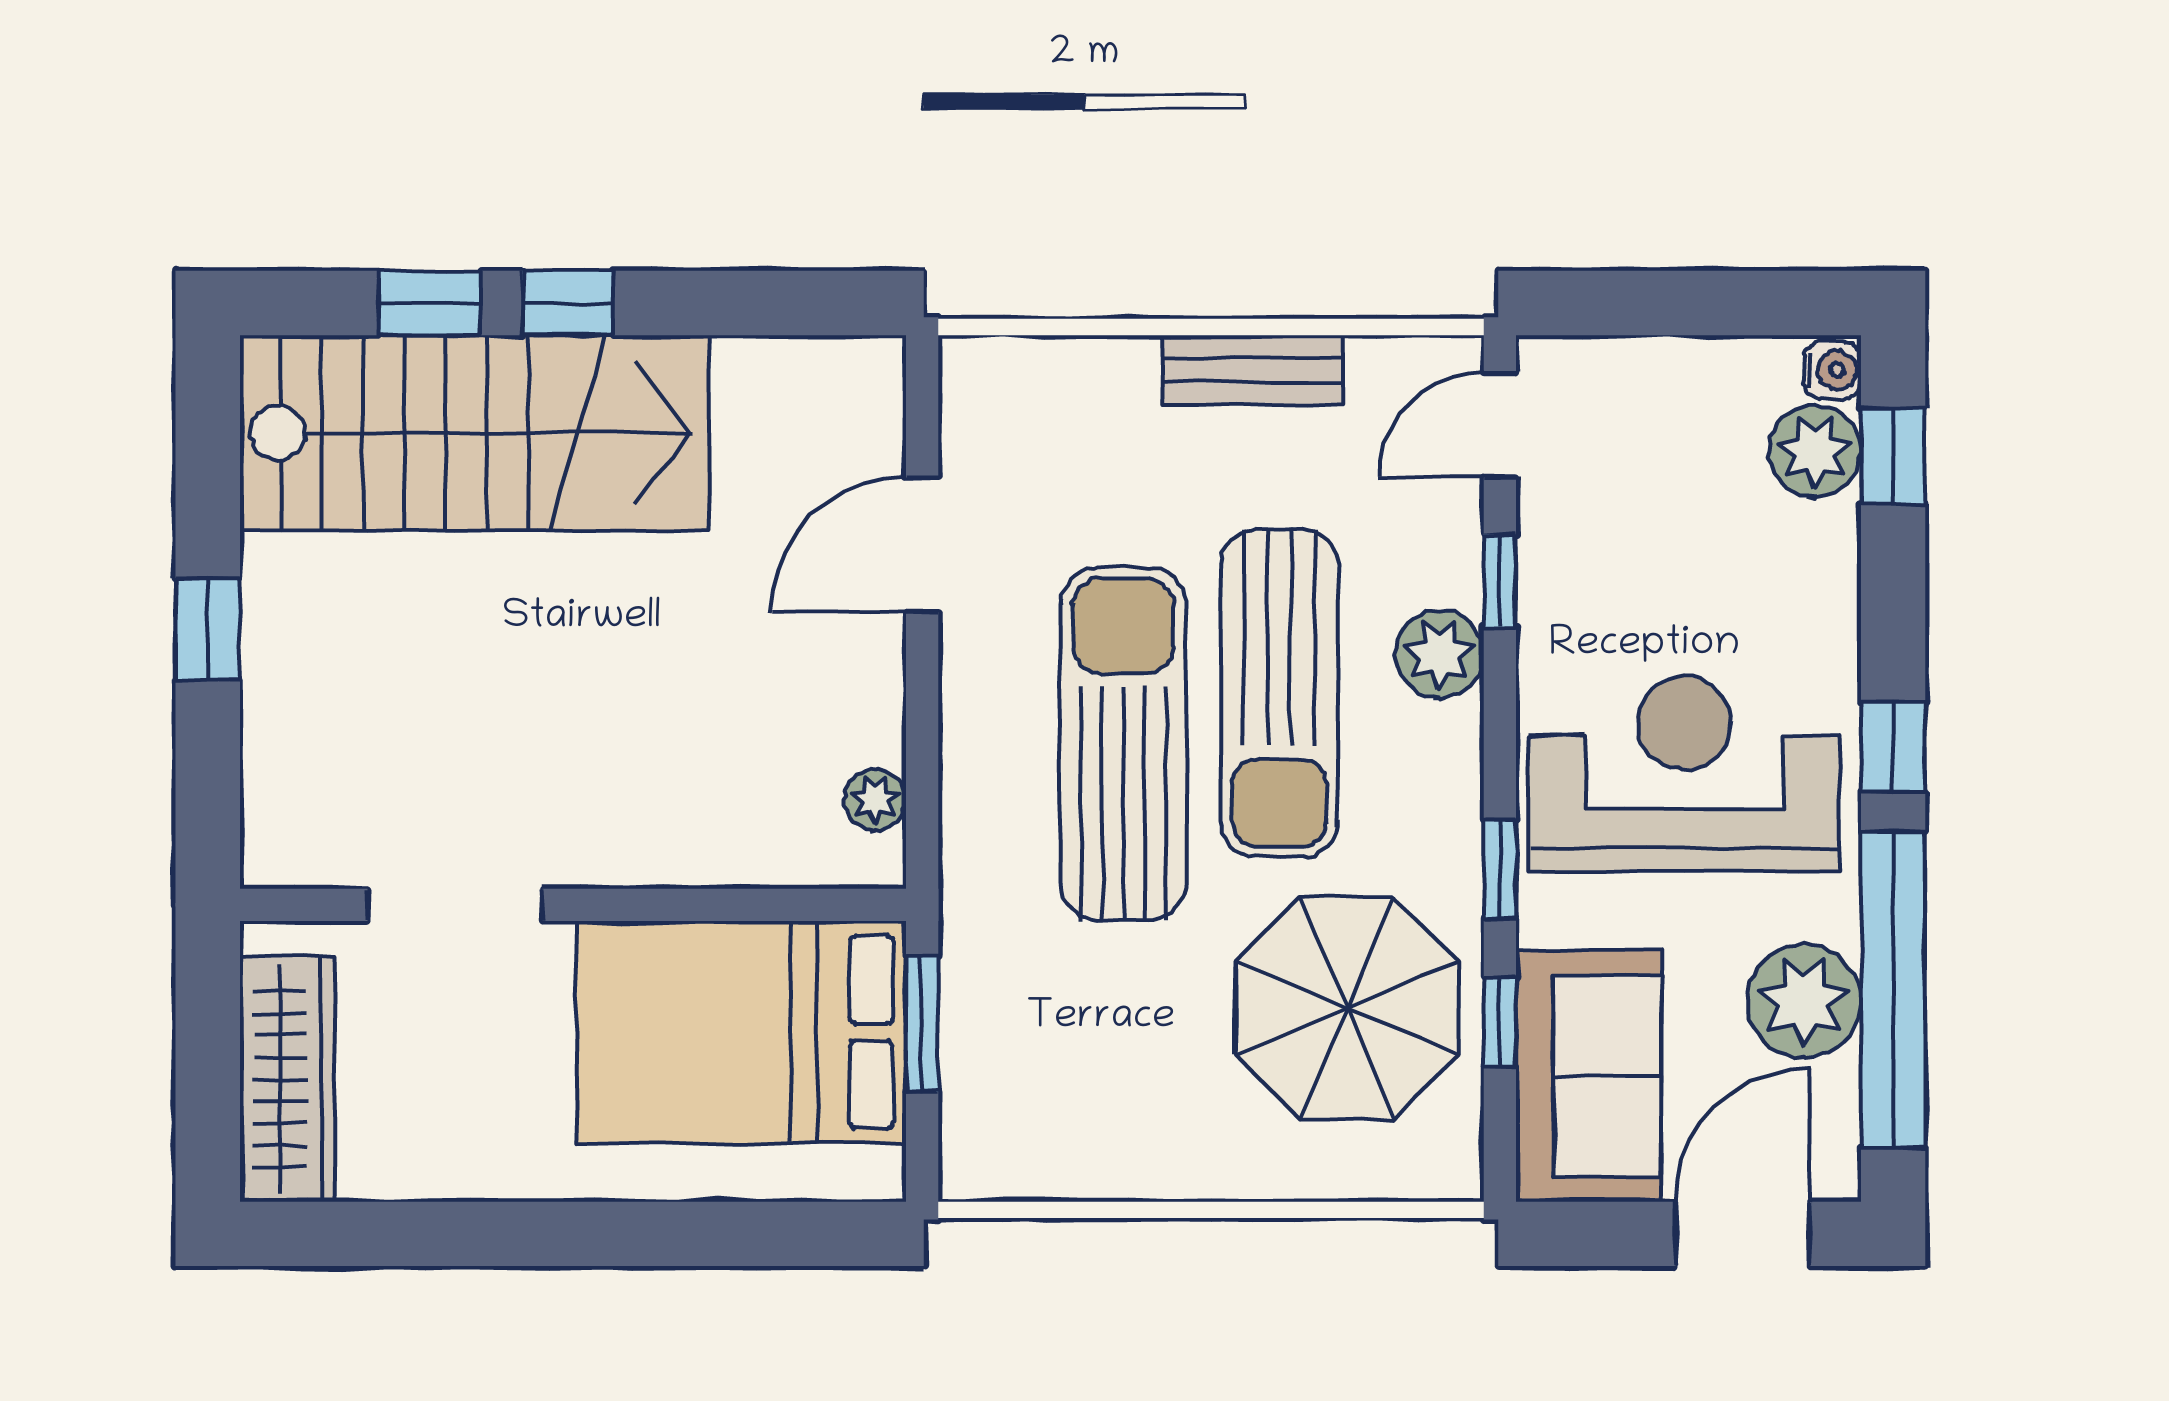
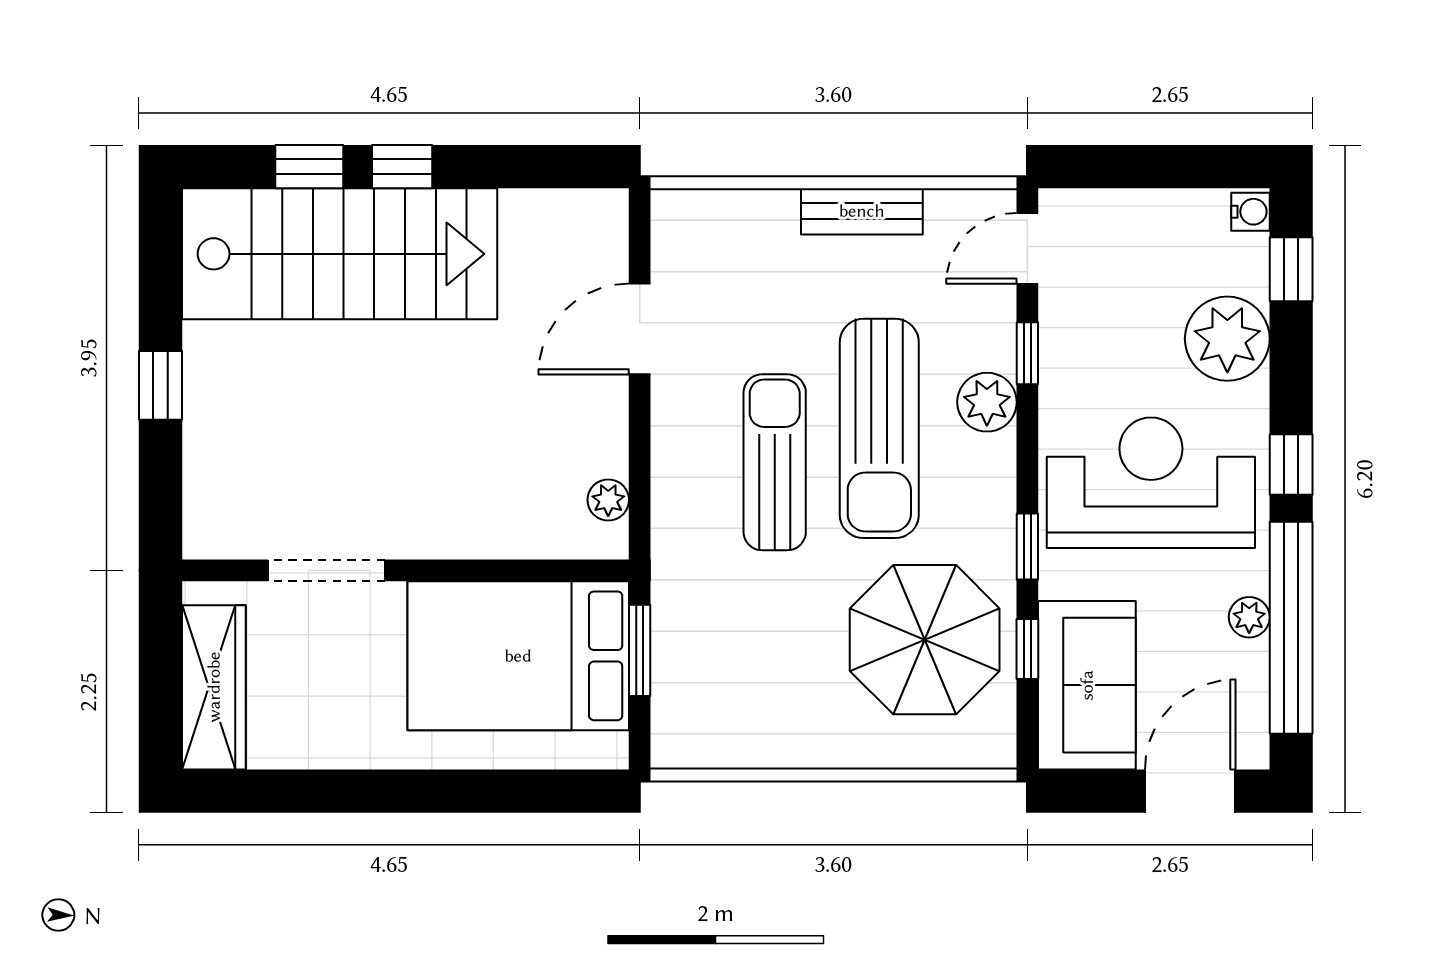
plant: (1815, 451) -> (1227, 339), moved, width x1.36, depth x1.36
sun lounger: (1123, 744) -> (775, 462), width x0.73, depth x0.75
plant: (1804, 1001) -> (1249, 617), width x0.53, depth x0.53

